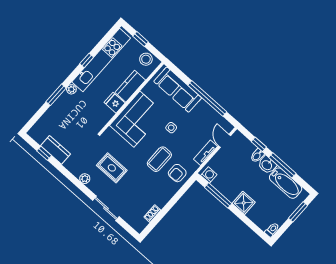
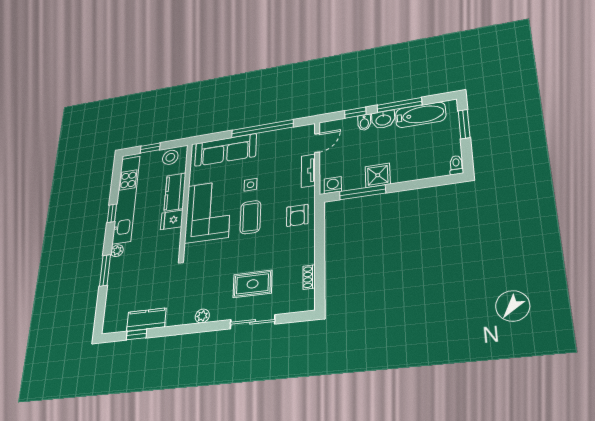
door: (225, 141) -> (317, 143), swing flipped
coffee table: (159, 159) -> (250, 217), moved
rug: (112, 168) -> (253, 284), moved
shower: (244, 203) -> (378, 175), moved

